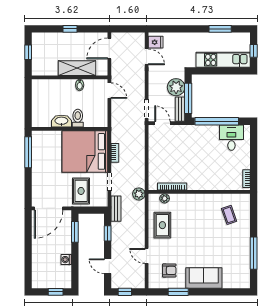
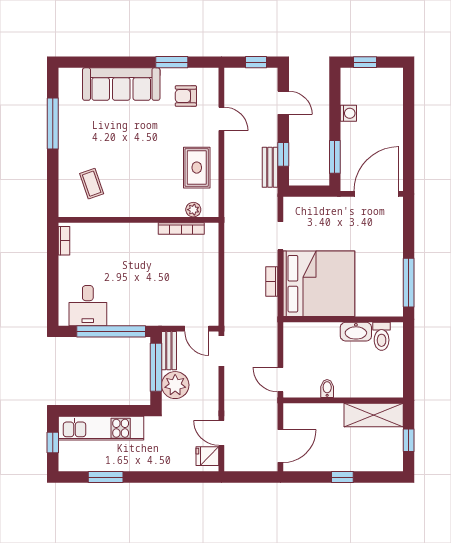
shelving: (77, 68) -> (374, 415), moved
toilet: (78, 118) -> (382, 336), moved
rug: (81, 191) -> (325, 221), removed
plant: (139, 194) -> (234, 217), removed
bench: (116, 209) -> (270, 167), moved
sofa: (204, 278) -> (121, 84), width x1.36

